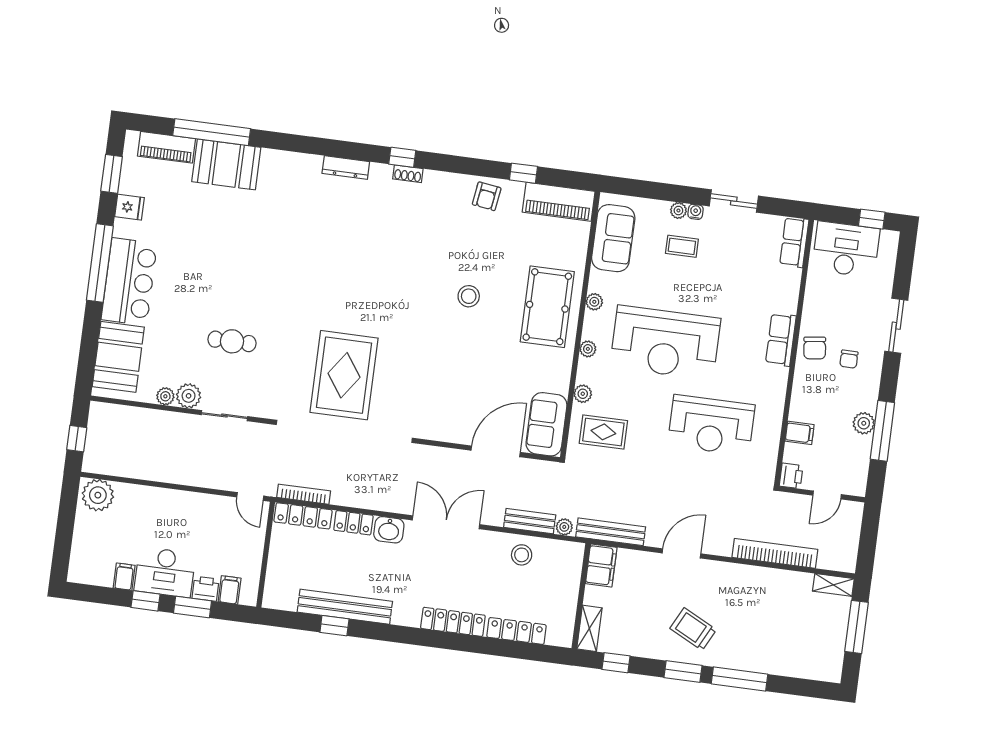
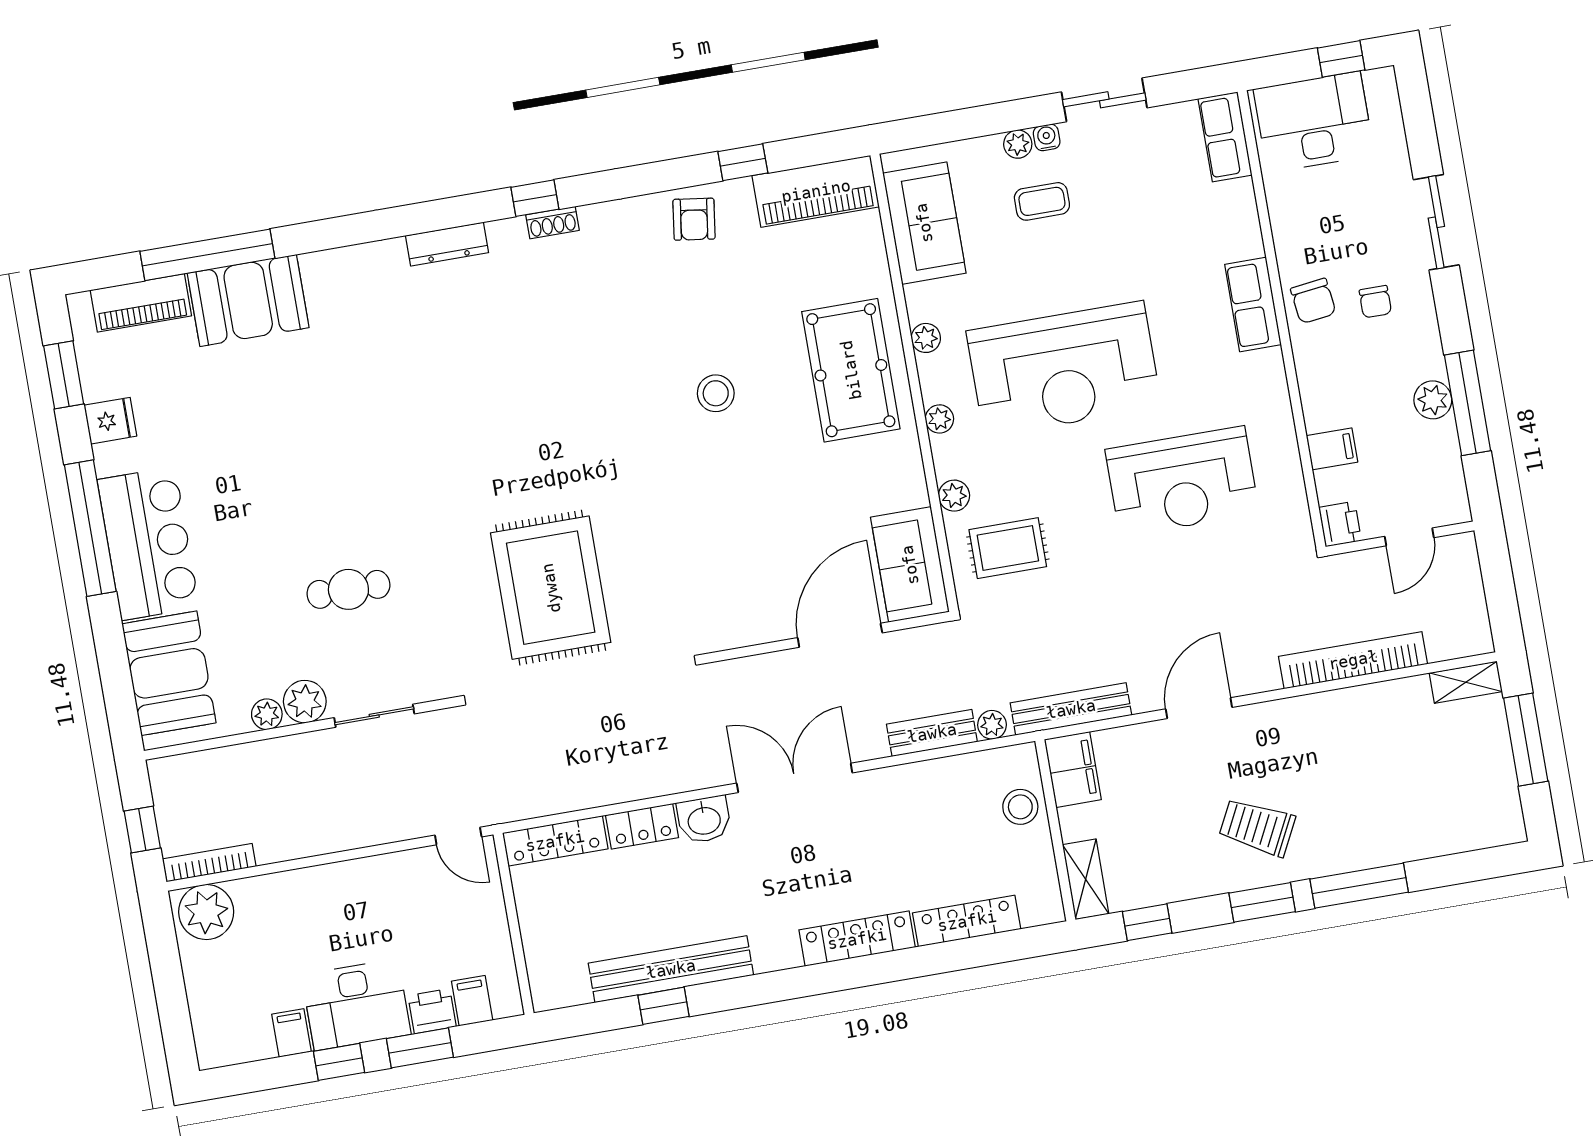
bookcase: (304, 494) -> (209, 863), moved
stool: (522, 555) -> (1020, 807), moved

